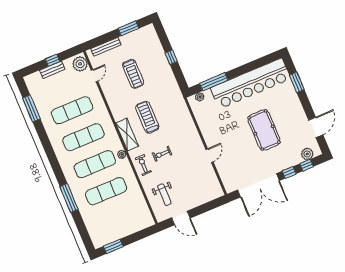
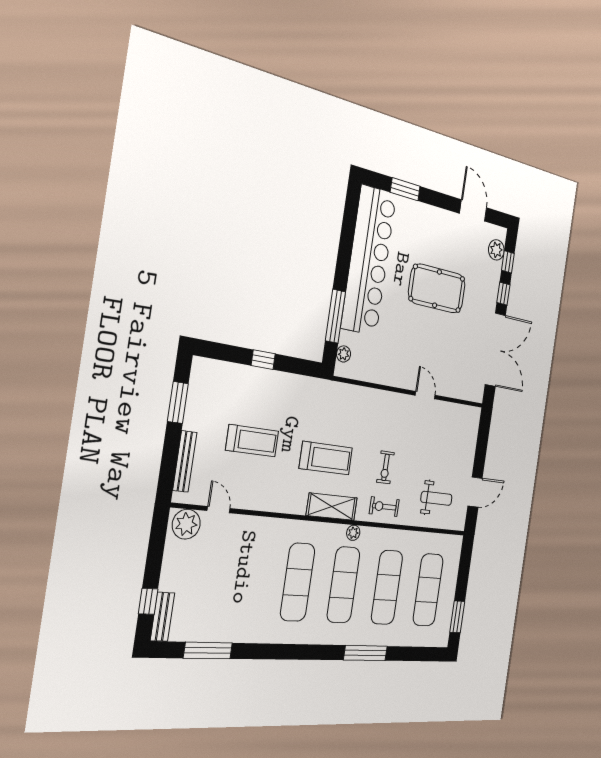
window: (53, 60) -> (148, 601), moved
bench: (52, 70) -> (162, 617), moved
exercise mat: (72, 110) -> (428, 590), moved
treadmill: (147, 117) -> (326, 458), turned 180

